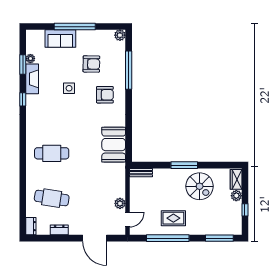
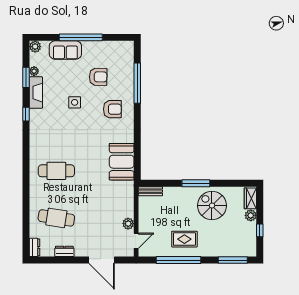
plant: (120, 35) -> (35, 47), moved
spiral stairs: (200, 186) -> (212, 206), turned 180

